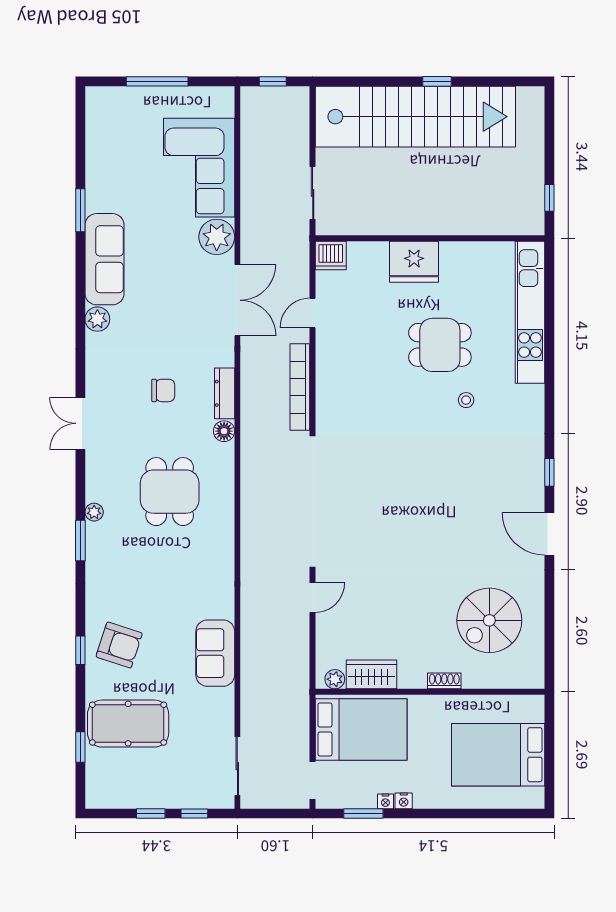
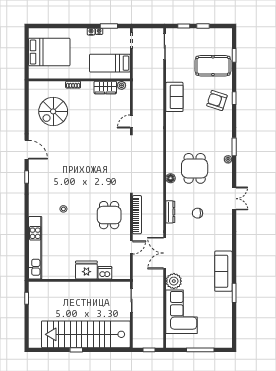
dishwasher: (331, 256) -> (105, 273), moved
plant: (97, 319) -> (227, 245), removed
dining table: (440, 345) -> (109, 215), moved, turned 90
floor lamp: (224, 431) -> (171, 178), moved
spiral stairs: (489, 620) -> (53, 111), turned 180
bed: (361, 730) -> (110, 63), width x0.67

